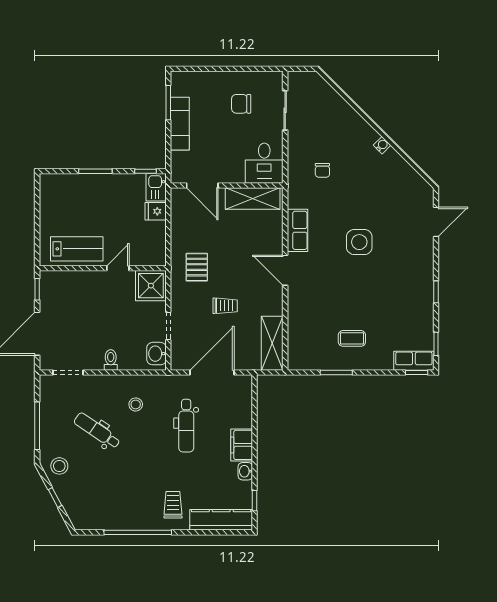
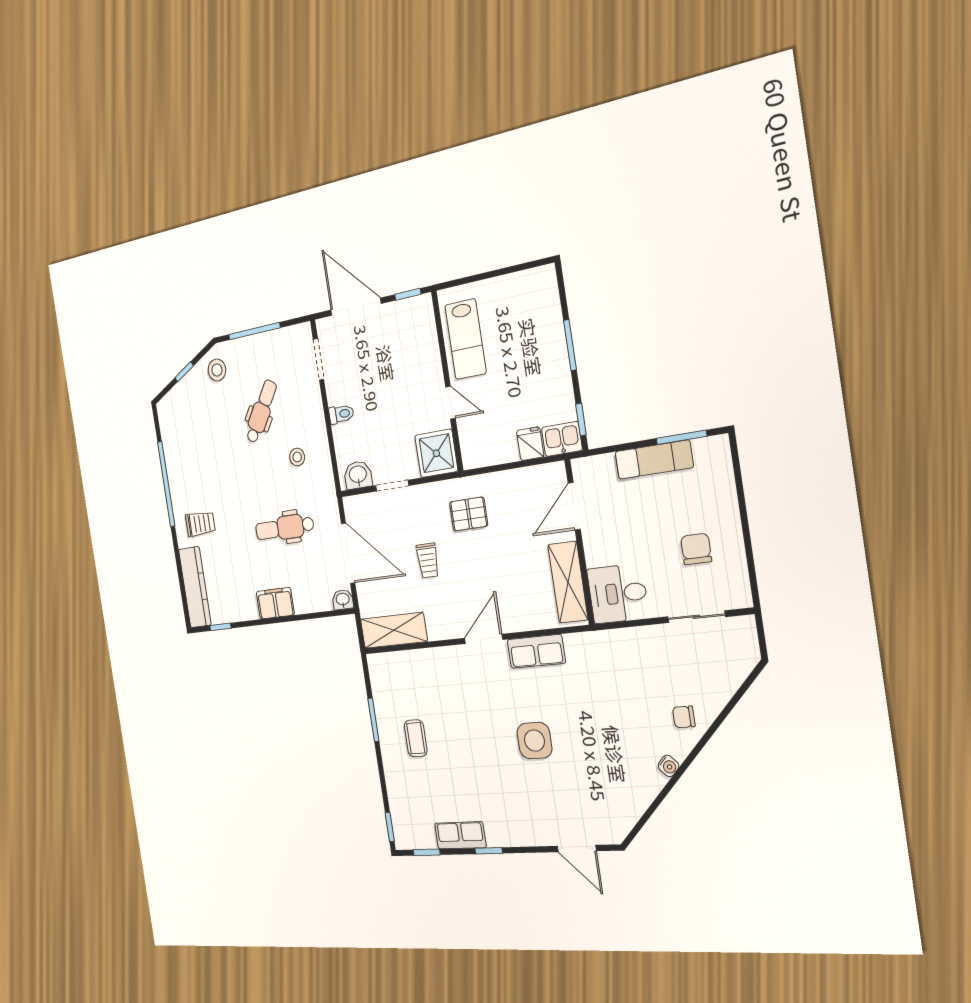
chair: (322, 170) -> (684, 717), moved
row of seats: (414, 361) -> (460, 835), moved, turned -90
washbasin: (245, 471) -> (343, 600), moved

